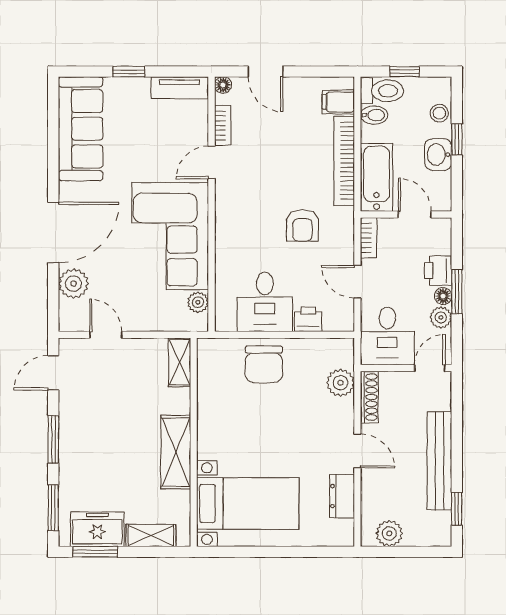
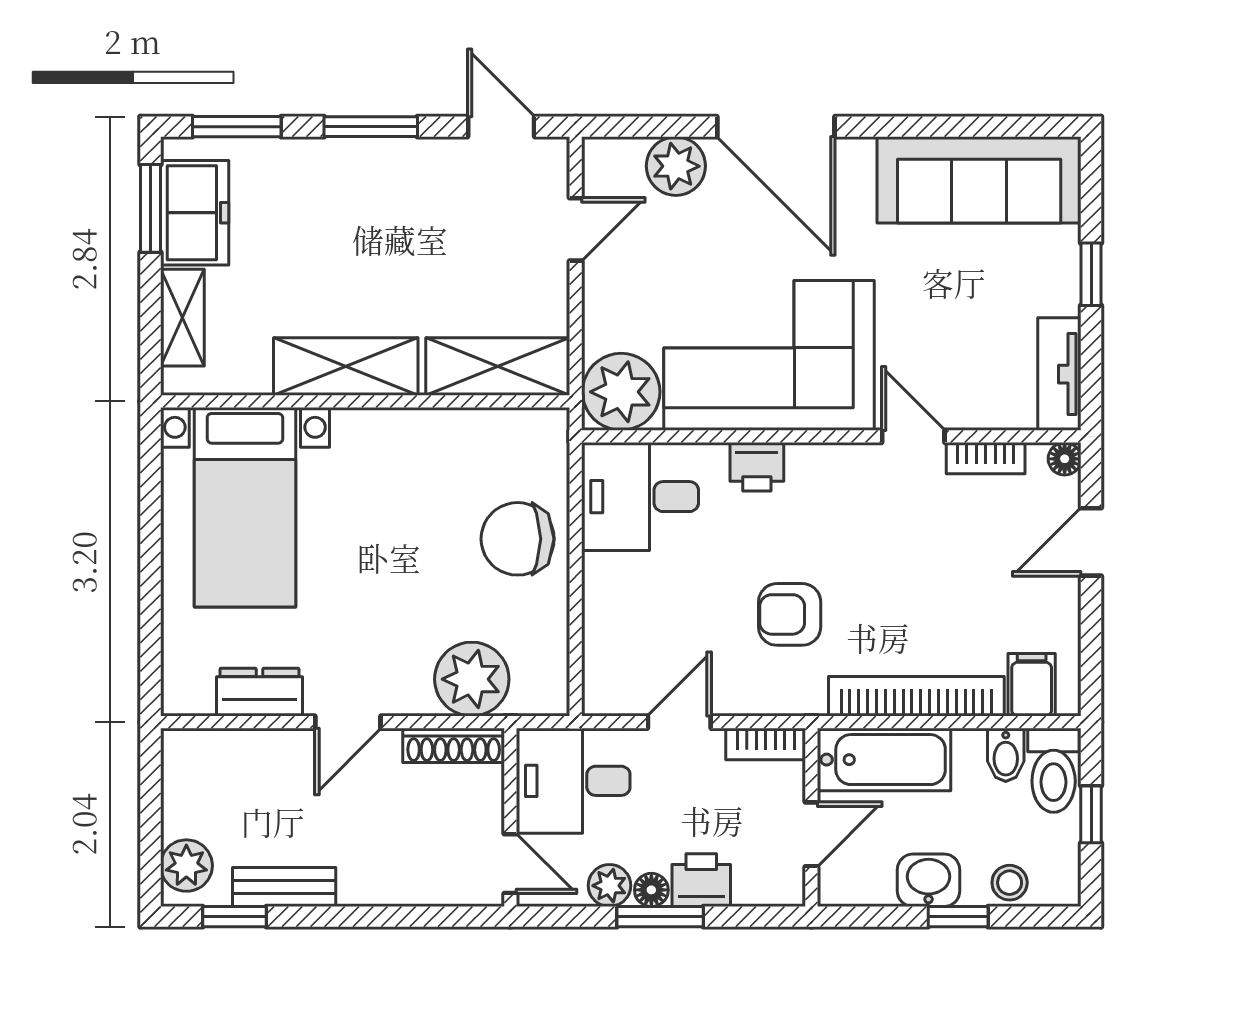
plant: (198, 302) -> (621, 392), width x1.87, depth x1.87
desk: (265, 302) -> (640, 497), moved
printer: (308, 319) -> (757, 467), moved, turned 90
shelving: (180, 362) -> (498, 367), width x1.50, depth x1.33
plant: (340, 383) -> (472, 679), width x1.36, depth x1.36
bench: (439, 461) -> (284, 887), width x0.54, depth x0.82
plant: (389, 533) -> (186, 866), moved

